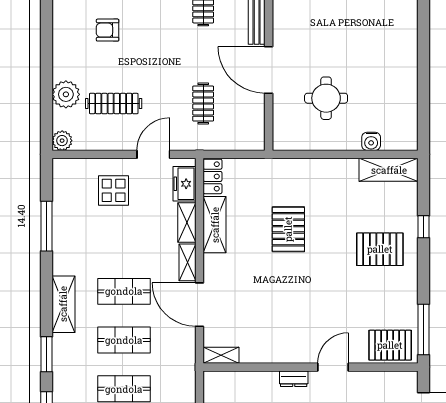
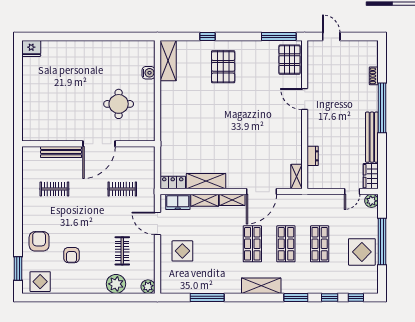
clothes rail: (114, 104) -> (122, 251), width x0.73
pallet: (288, 229) -> (209, 130), removed
dresser: (294, 379) -> (313, 156), moved

